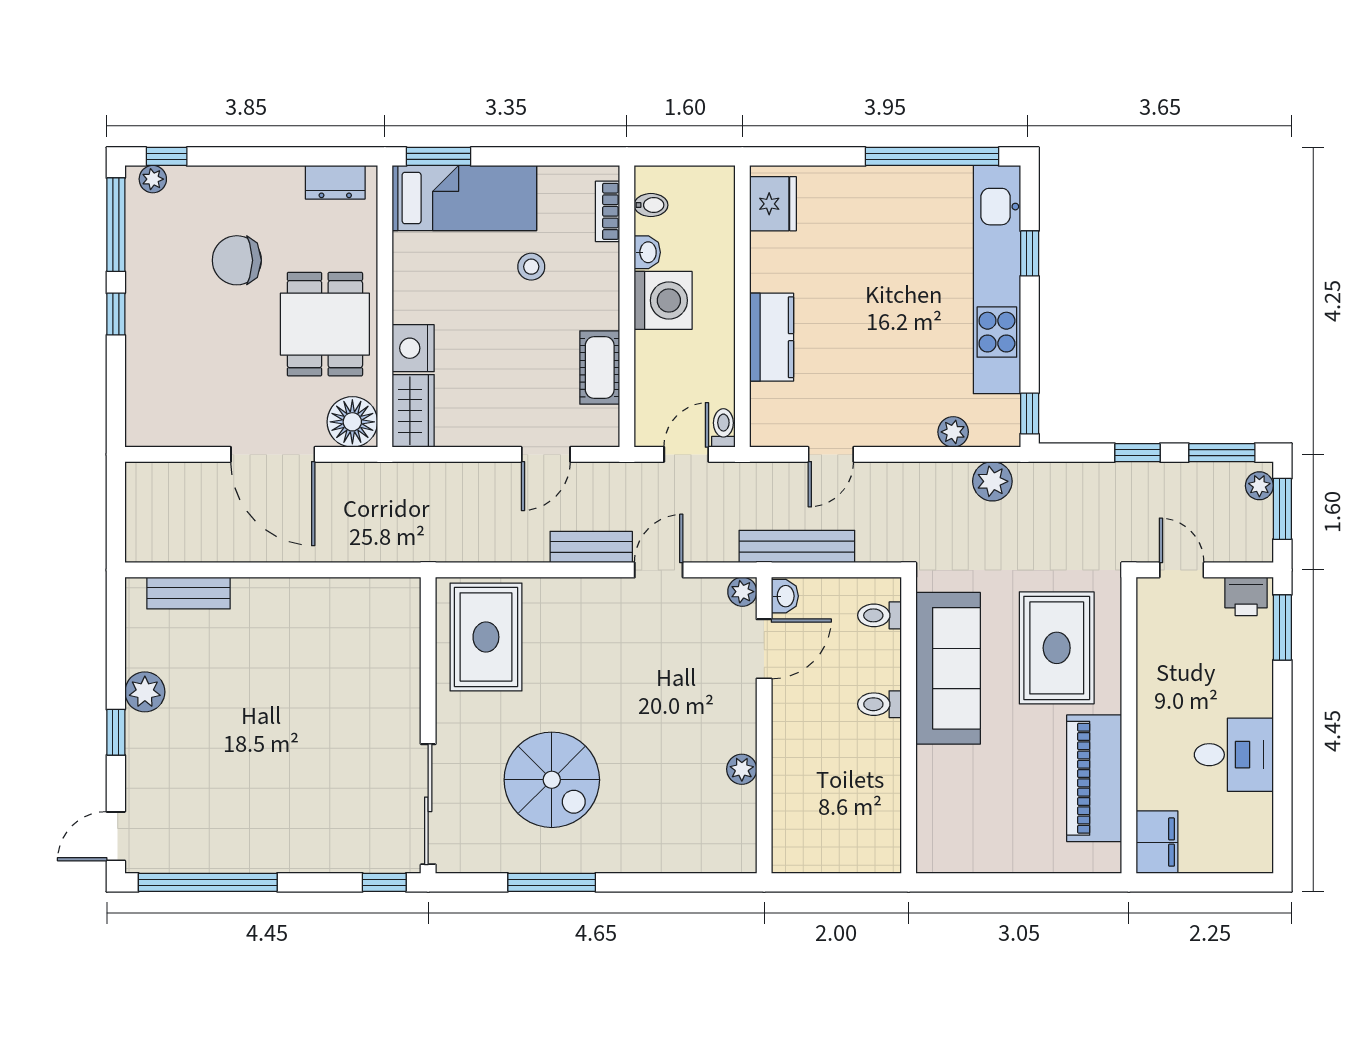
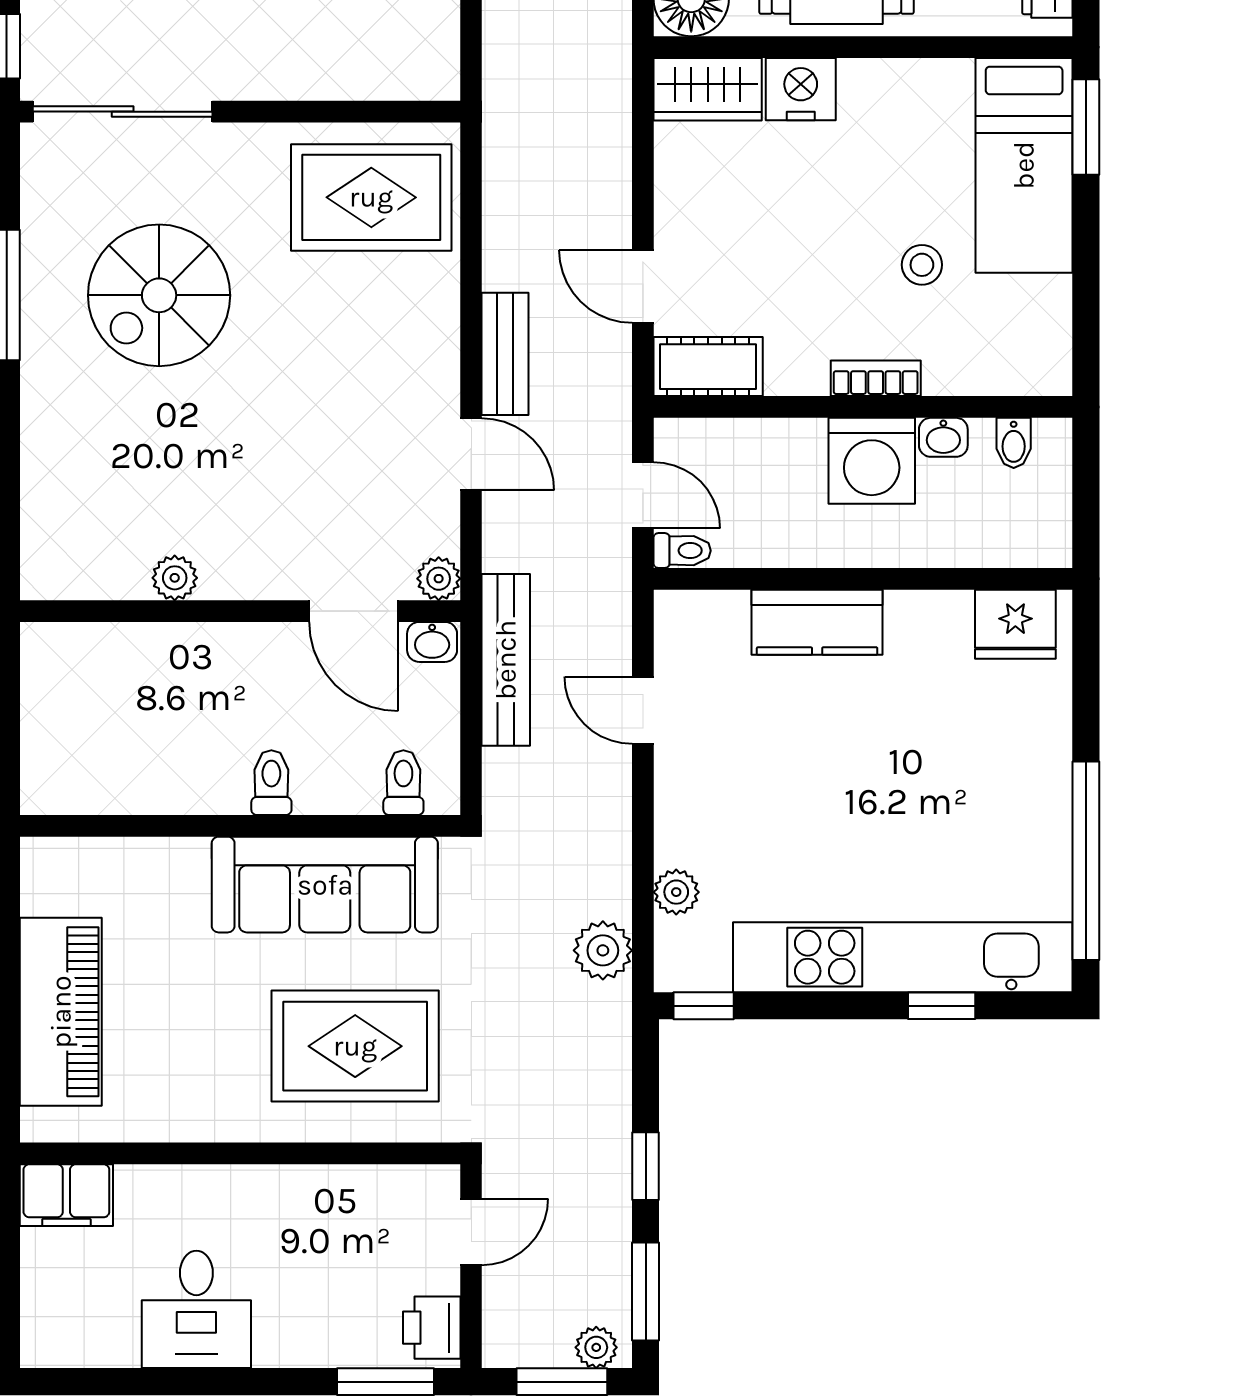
bookcase: (608, 211) -> (876, 378), moved
cot: (600, 368) -> (708, 367), moved
piano: (1094, 778) -> (61, 1012), moved, turned 90

